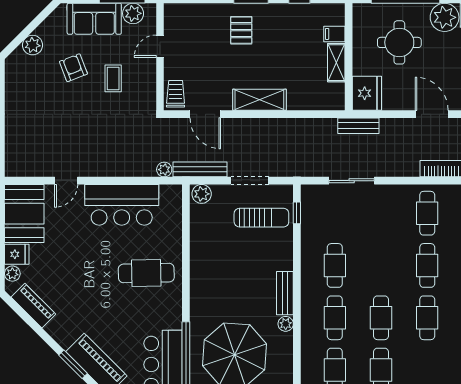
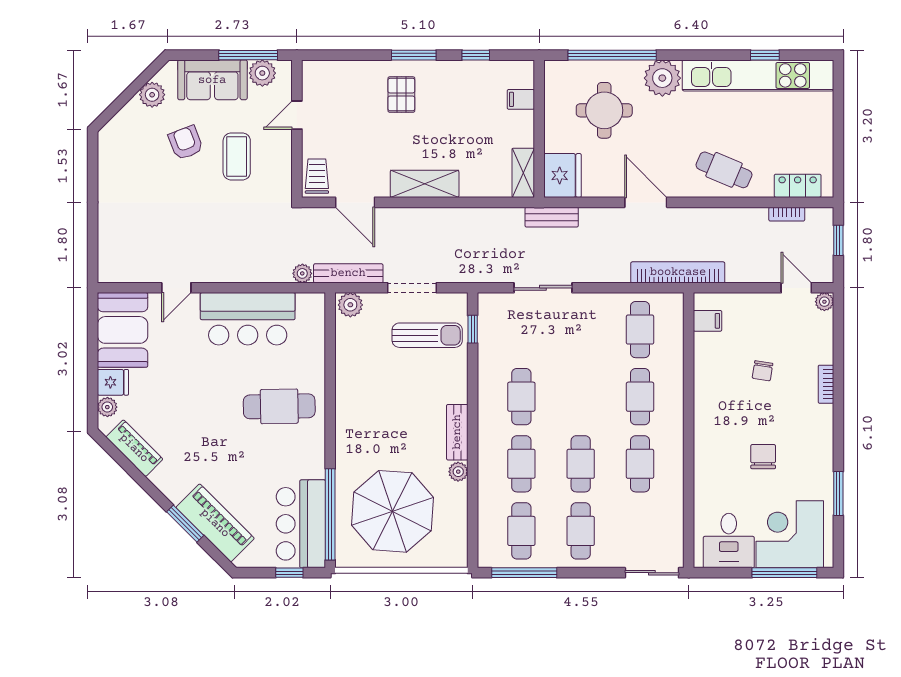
plant: (33, 45) -> (152, 95), moved
shelving: (336, 63) -> (523, 173), moved
coffee table: (113, 78) -> (237, 156), width x1.36, depth x1.30

